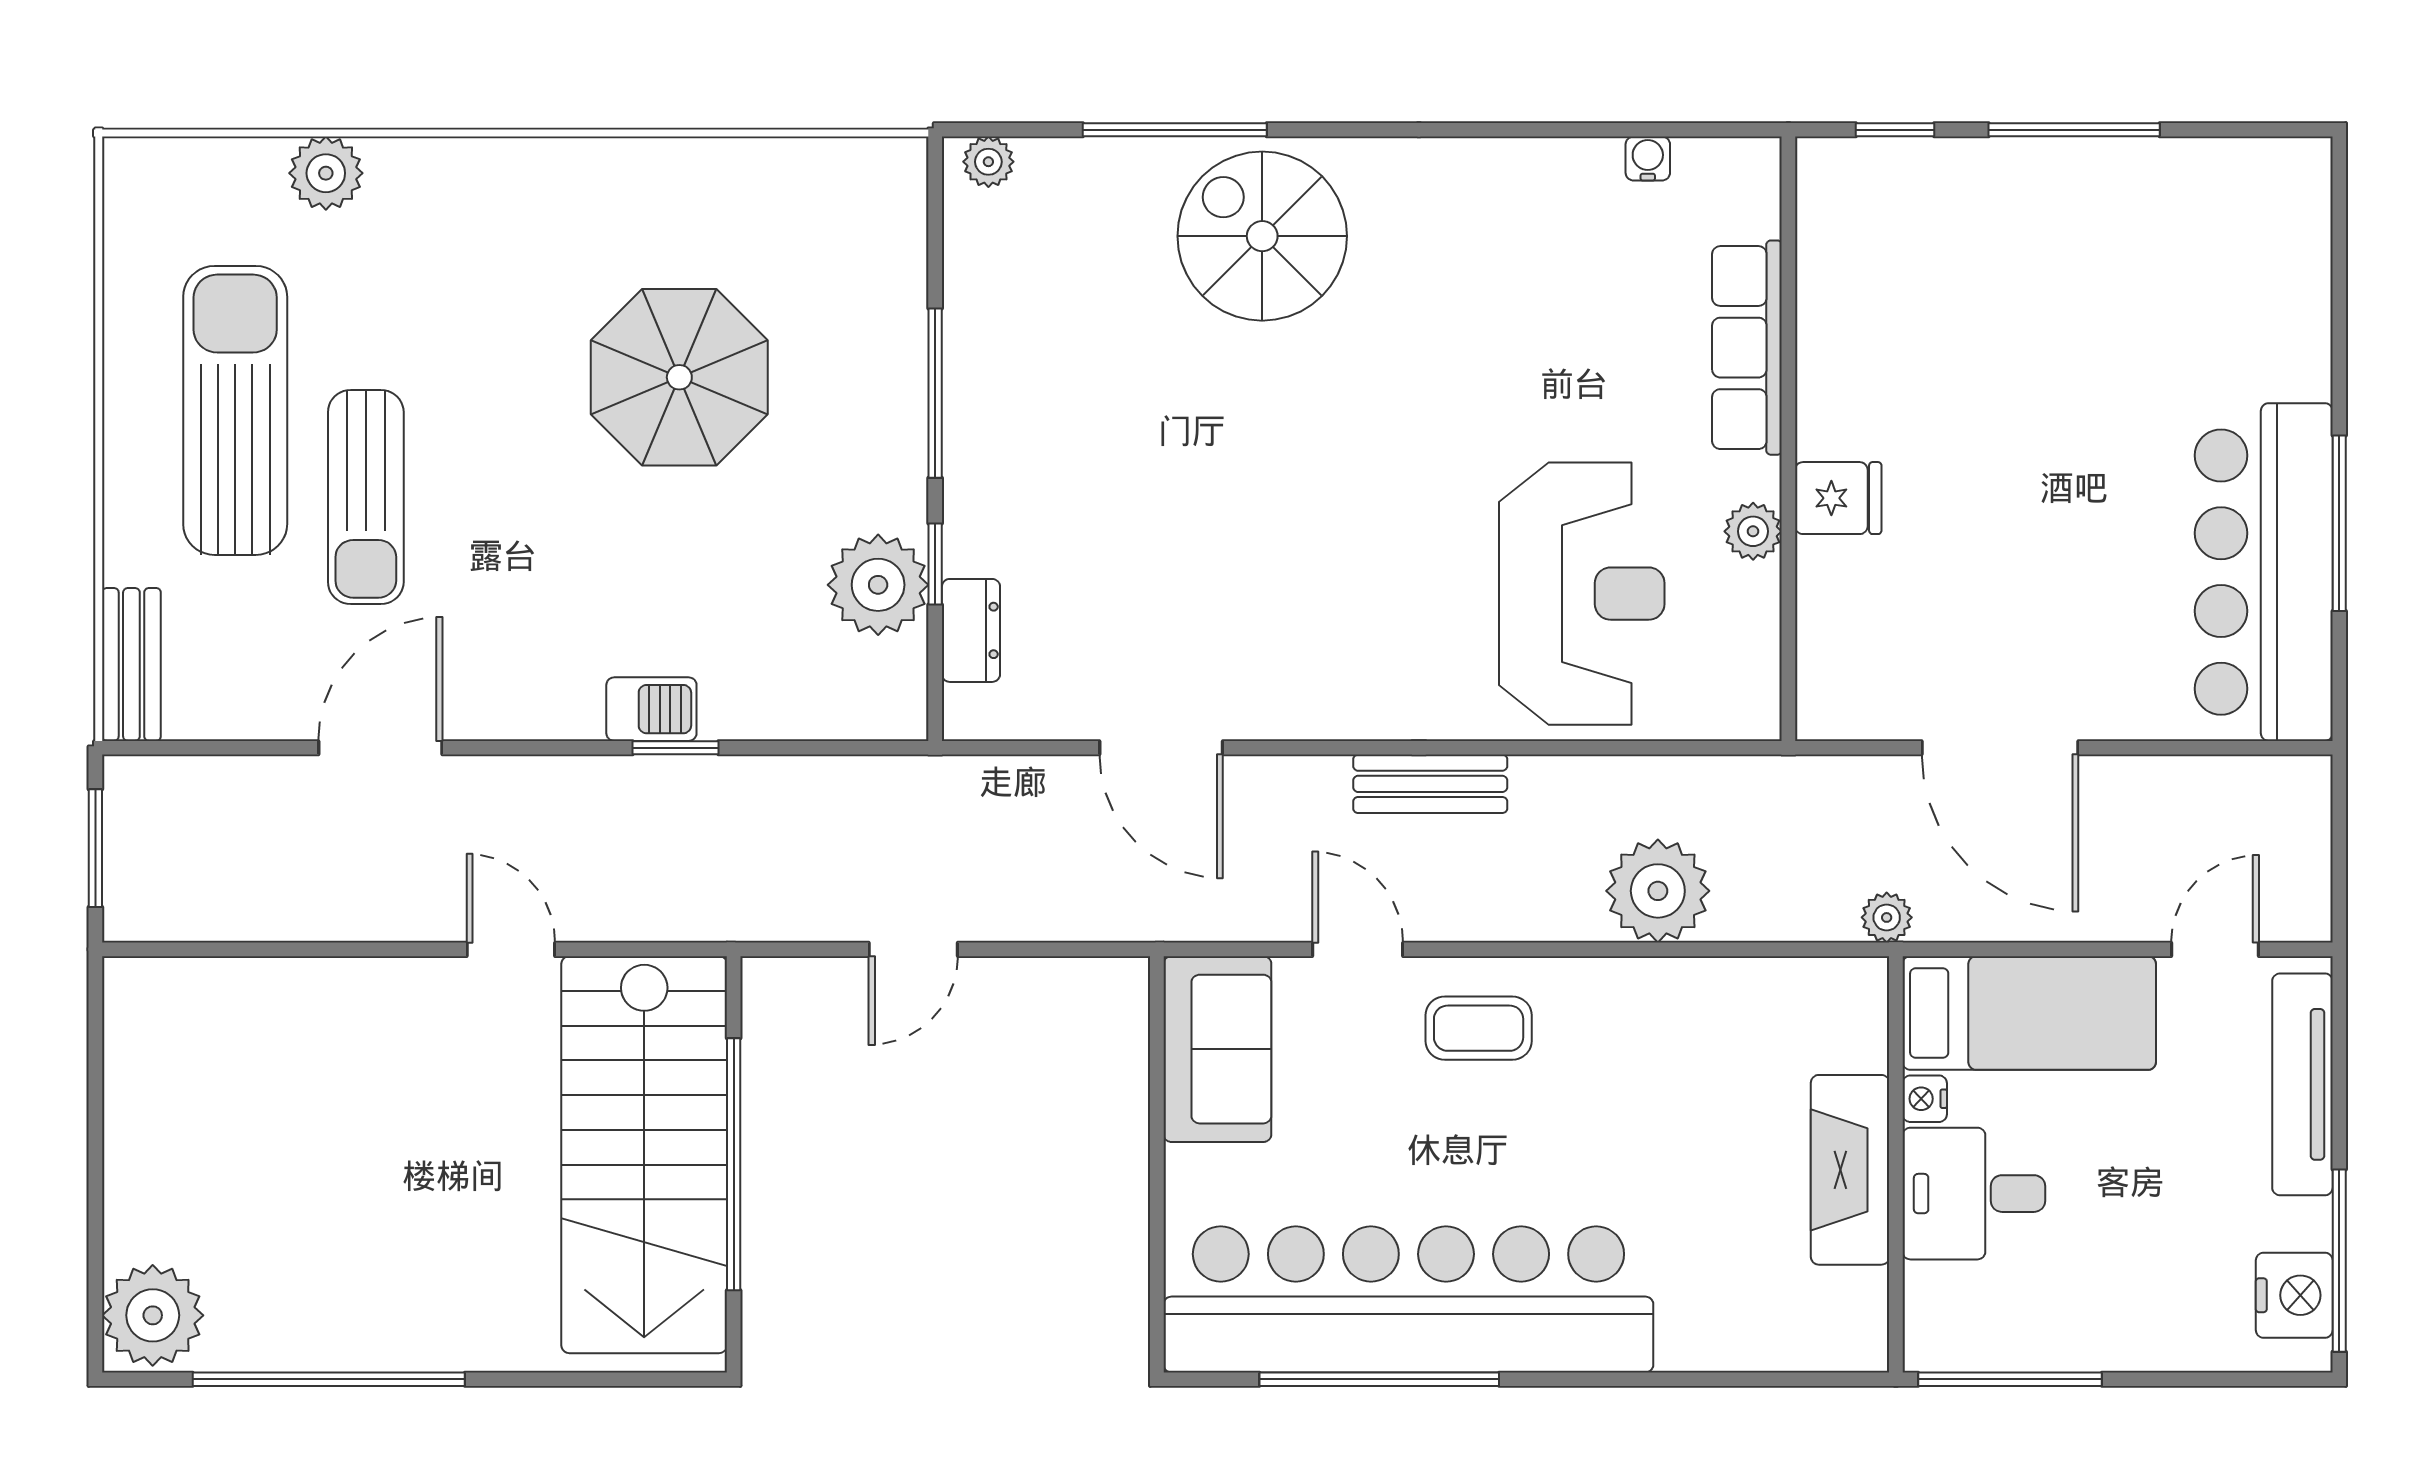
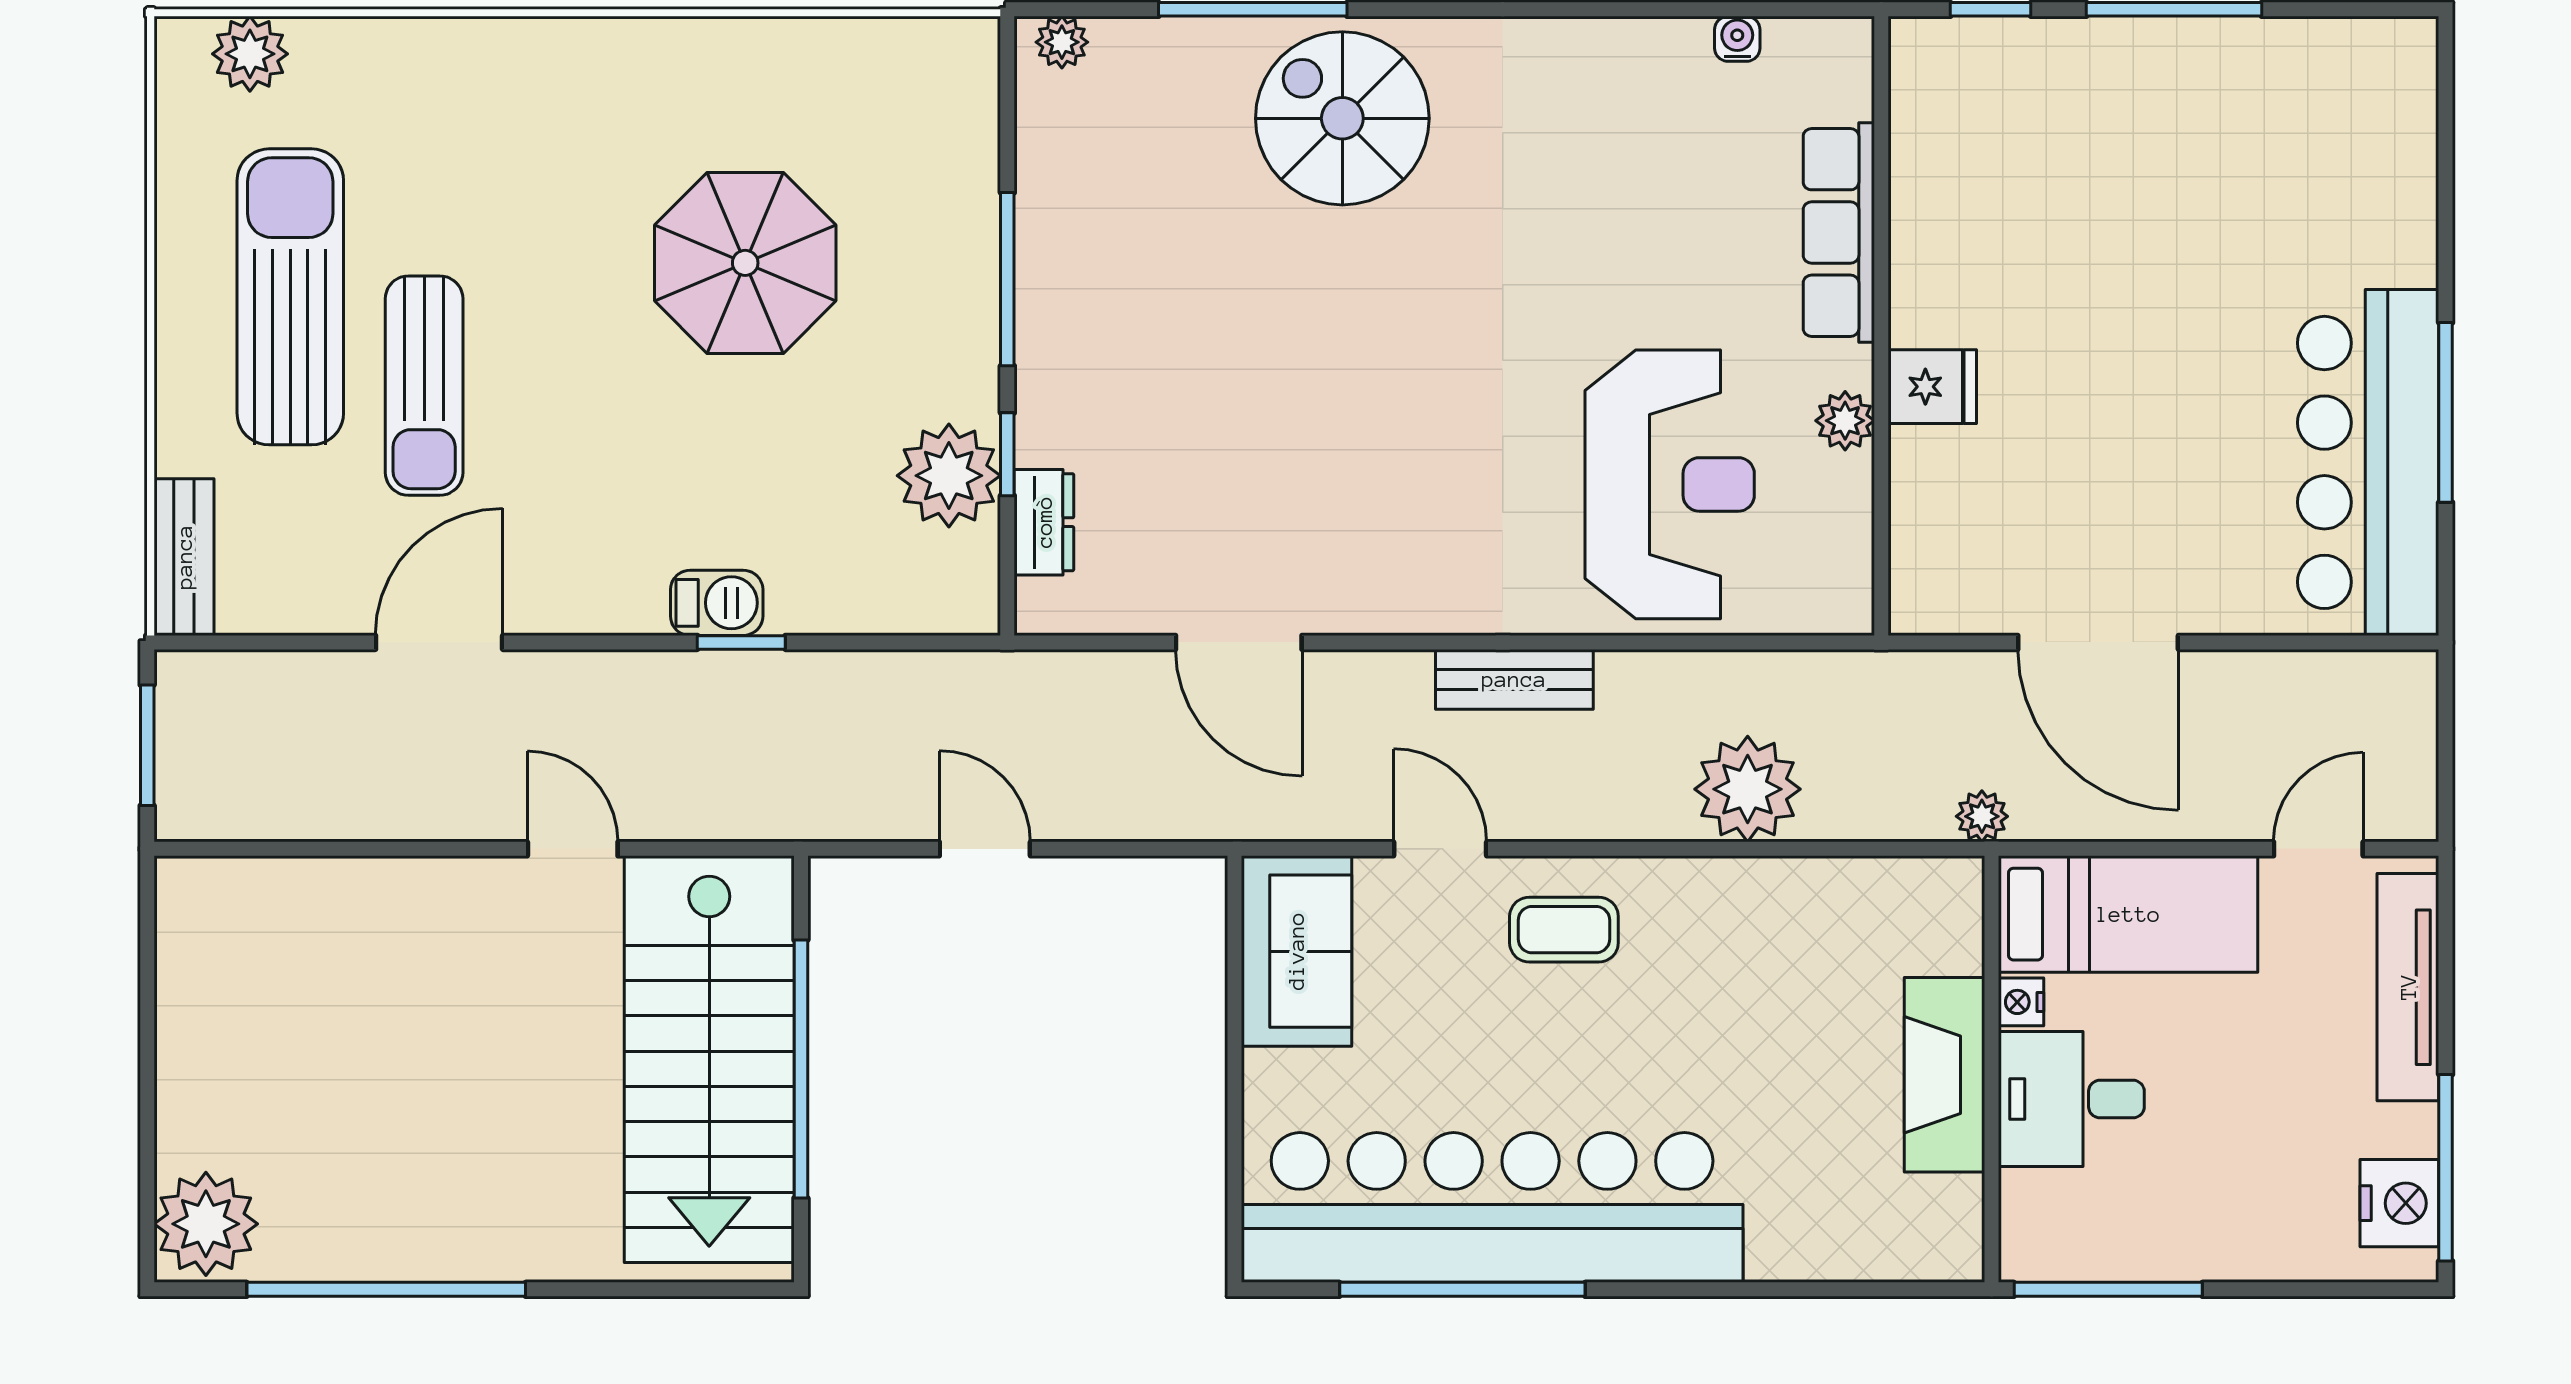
plant: (326, 173) -> (250, 54), moved
door: (913, 949) -> (985, 849), swing flipped

